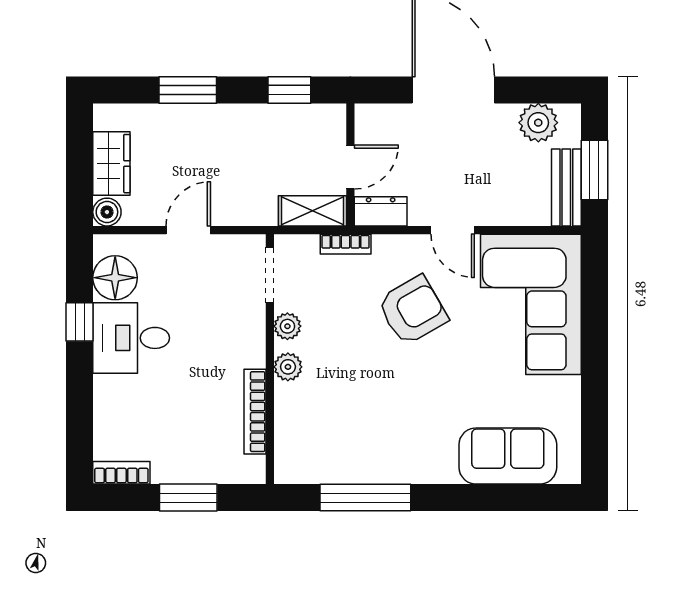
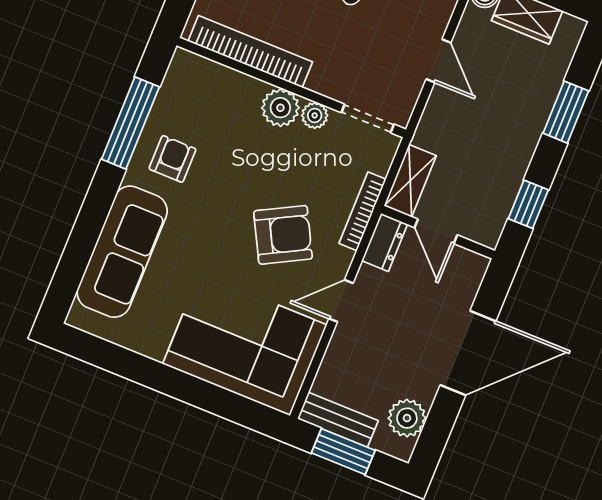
bookcase: (346, 244) -> (362, 211), width x1.56
armchair: (413, 310) -> (283, 235), turned -88
plant: (288, 367) -> (280, 108), width x1.38, depth x1.38
bookcase: (255, 412) -> (250, 52), width x1.48, depth x1.31
armchair: (383, 444) -> (172, 159), added
sofa: (508, 456) -> (122, 252), width x1.36

